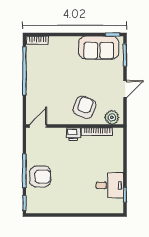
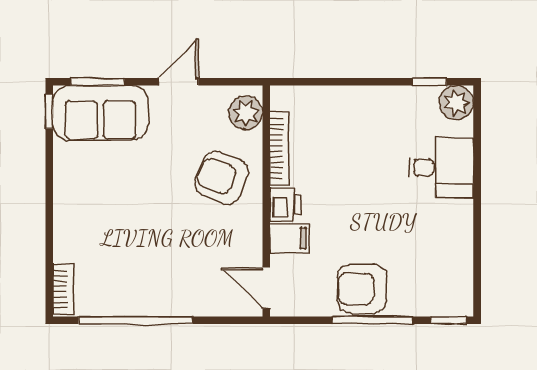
sofa: (99, 48) -> (100, 113), moved, turned 90
door: (125, 89) -> (179, 82), hinge flipped
filing cabinet: (59, 136) -> (289, 238), added
armchair: (40, 177) -> (362, 289), moved, turned -90
desk: (110, 185) -> (441, 168), moved, turned 90
plant: (116, 206) -> (456, 103), added

